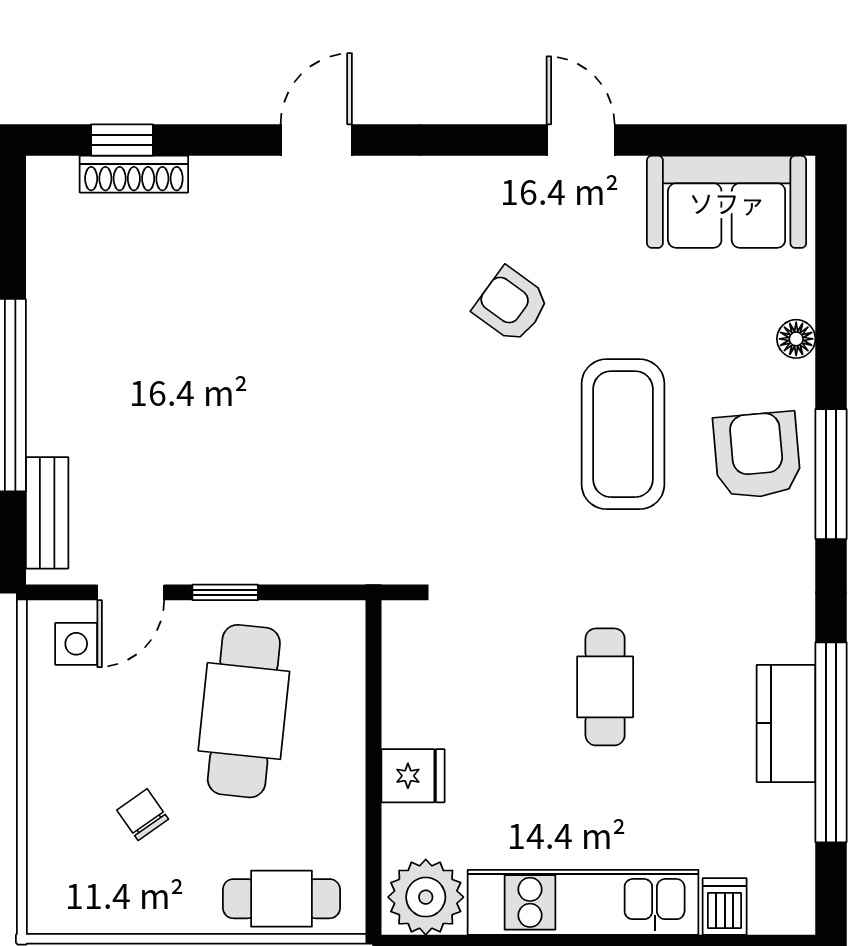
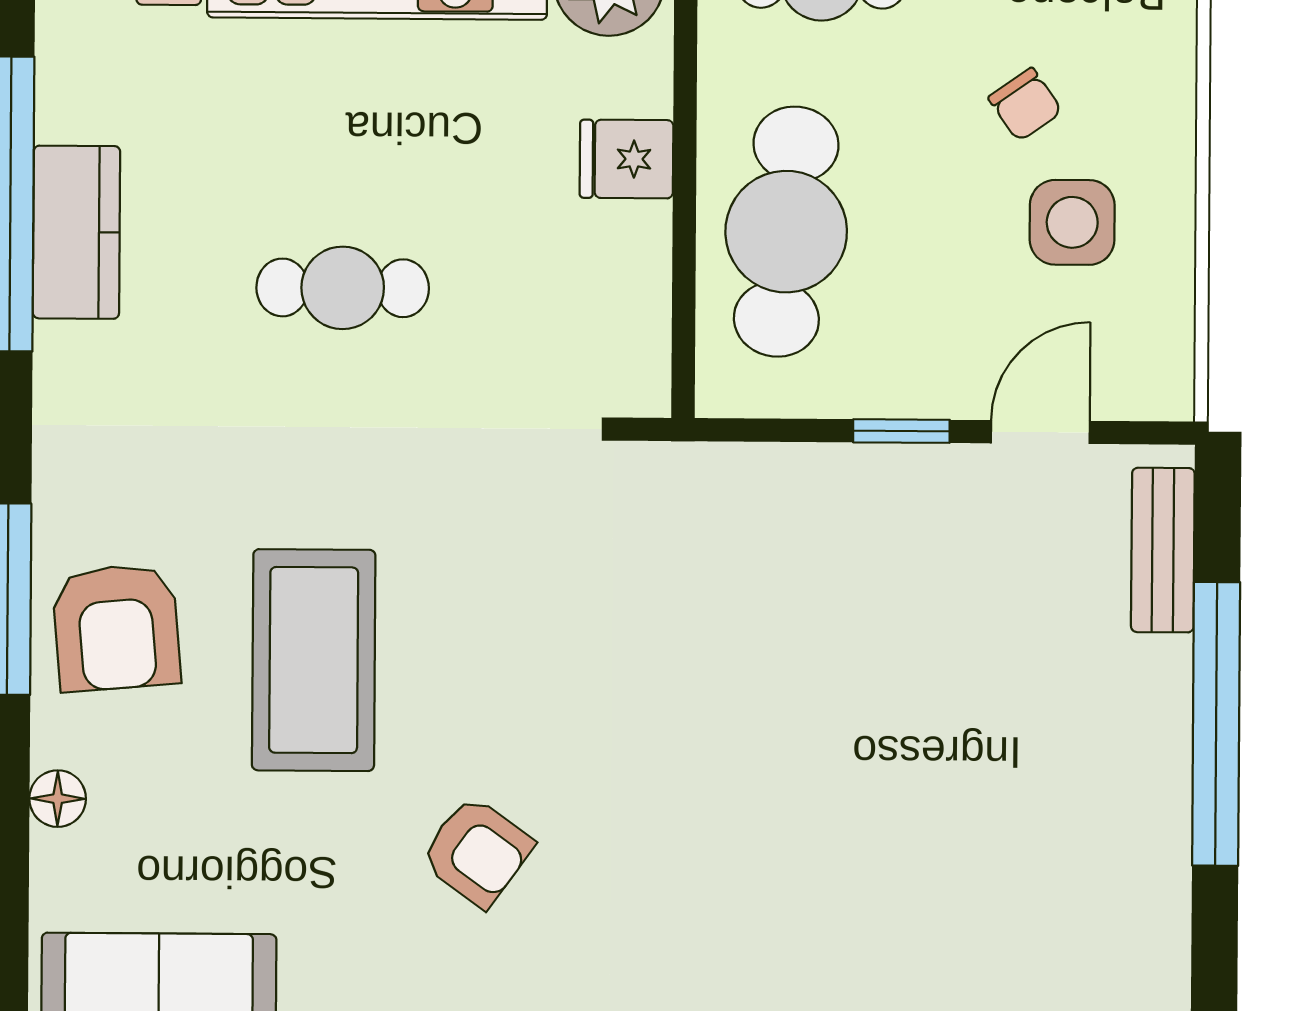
side table: (76, 644) -> (1072, 222), moved, width x1.37, depth x1.37
cafe table: (605, 687) -> (343, 288), turned 90
cafe table: (244, 711) -> (786, 232), moved

